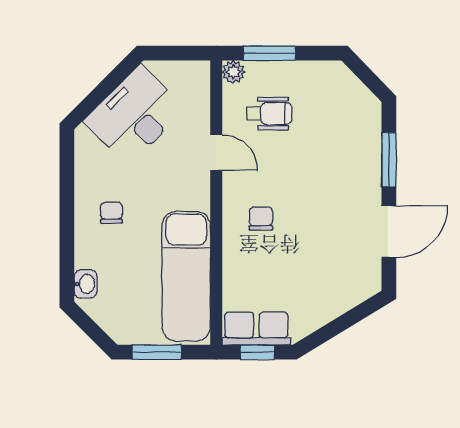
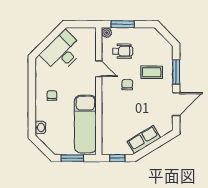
coffee table: (334, 161) -> (152, 72), added
chair: (261, 219) -> (127, 85), moved
row of seats: (256, 329) -> (144, 140), moved, turned -31

